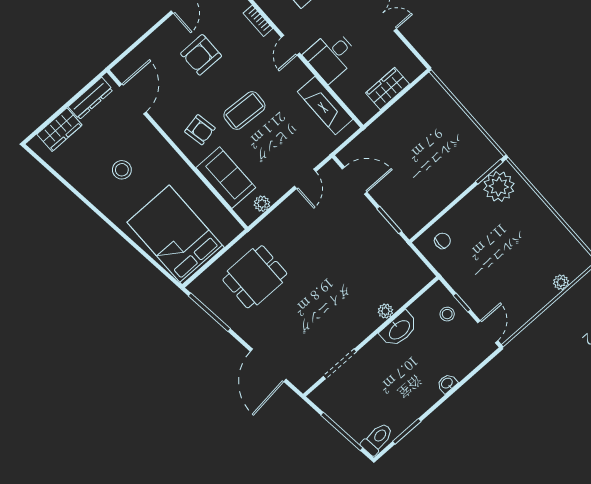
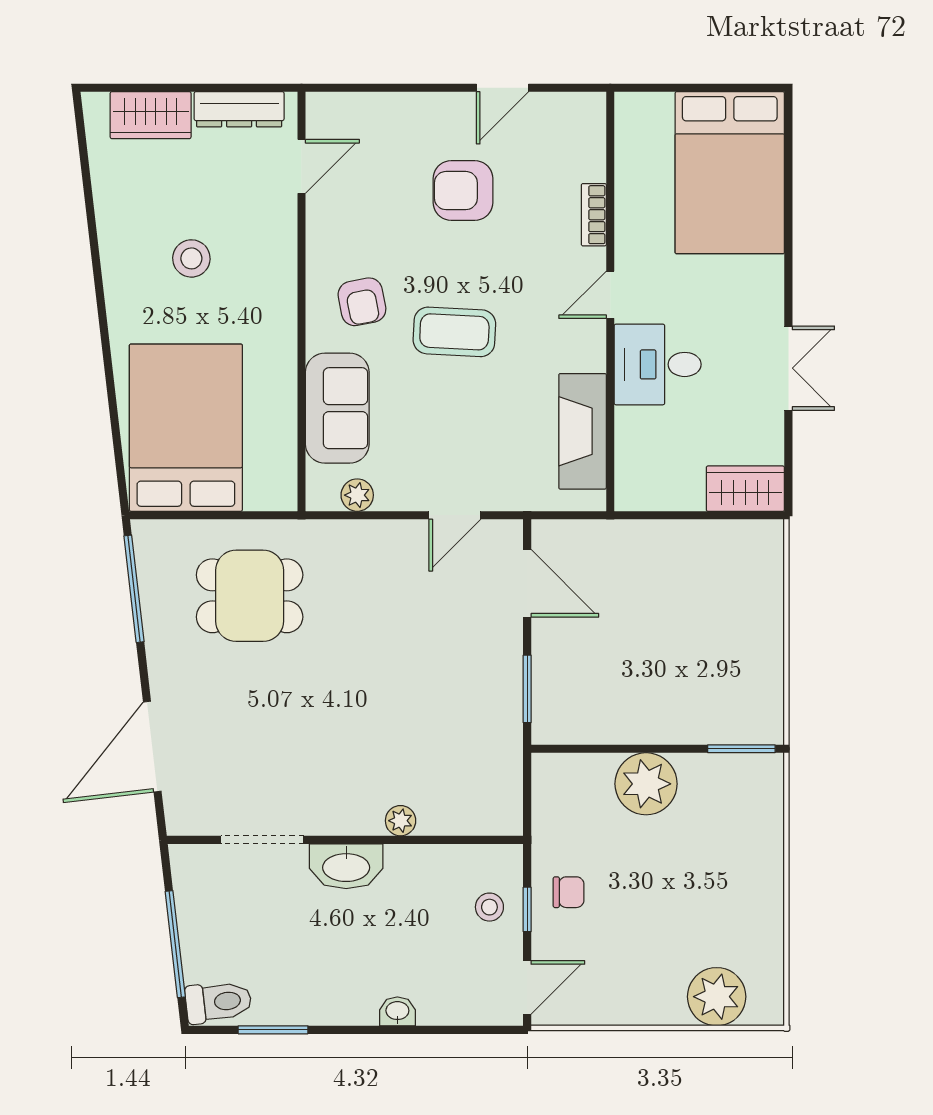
wardrobe: (388, 89) -> (745, 489), moved
door: (133, 99) -> (302, 166), width x0.73
plant: (499, 187) -> (646, 784), moved
chair: (442, 241) -> (569, 892), moved
plant: (561, 282) -> (717, 997), width x1.87, depth x1.87
washbasin: (399, 329) -> (346, 866), moved

